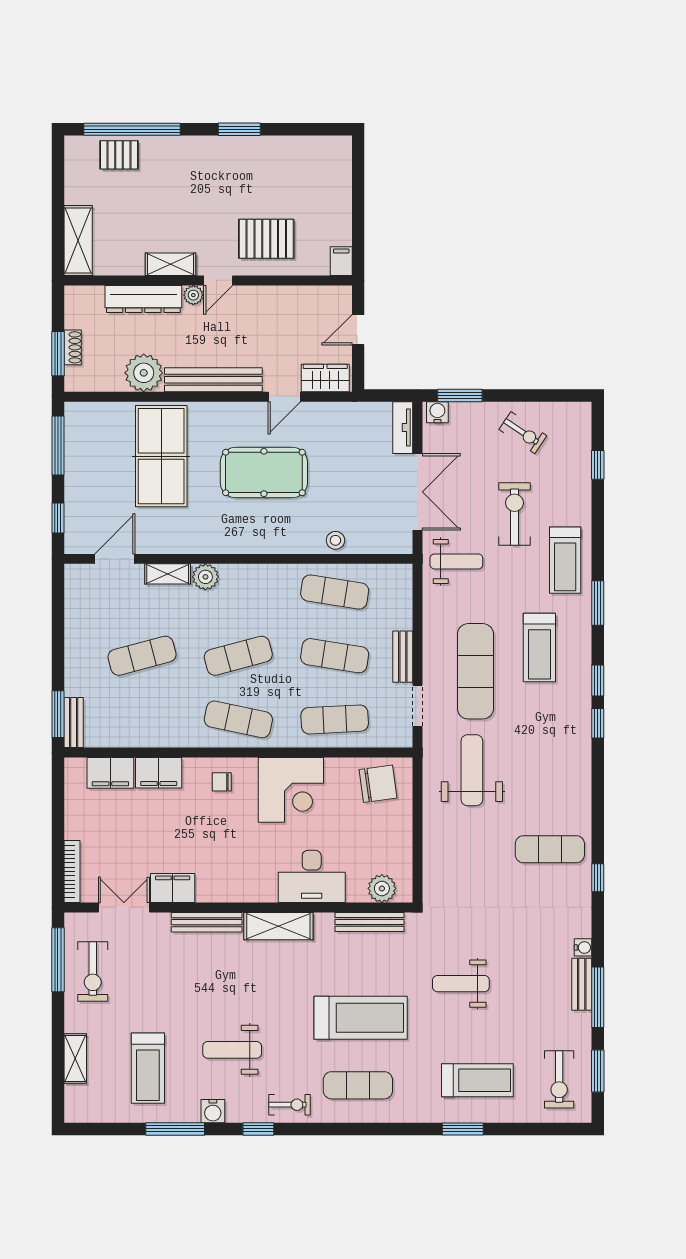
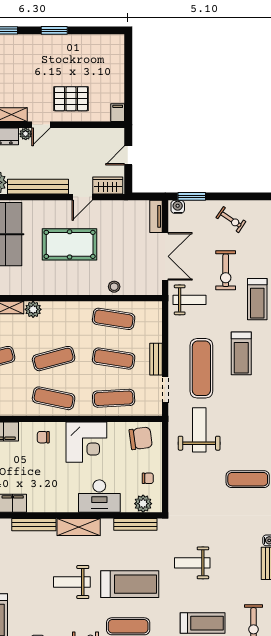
exercise bike: (514, 514) -> (226, 270), turned 180
chair: (389, 848) -> (148, 478), added
weight bench: (232, 1050) -> (72, 582), moved

